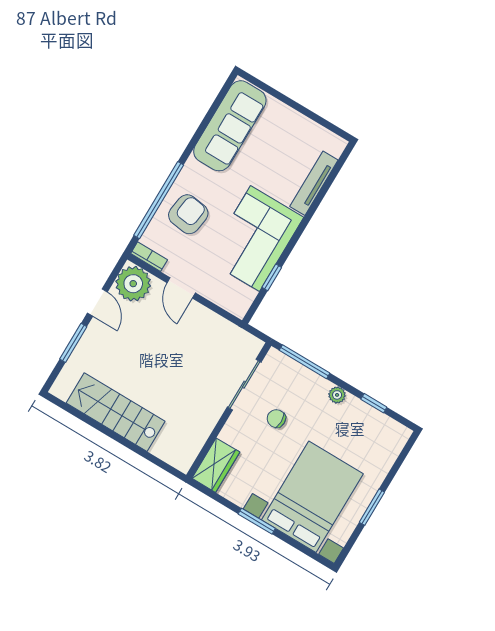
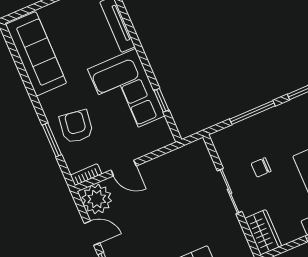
window: (159, 200) -> (52, 140), width x0.47
window: (304, 362) -> (252, 113), moved
sliding door: (244, 385) -> (230, 191), moved
plant: (337, 395) -> (275, 114), removed

